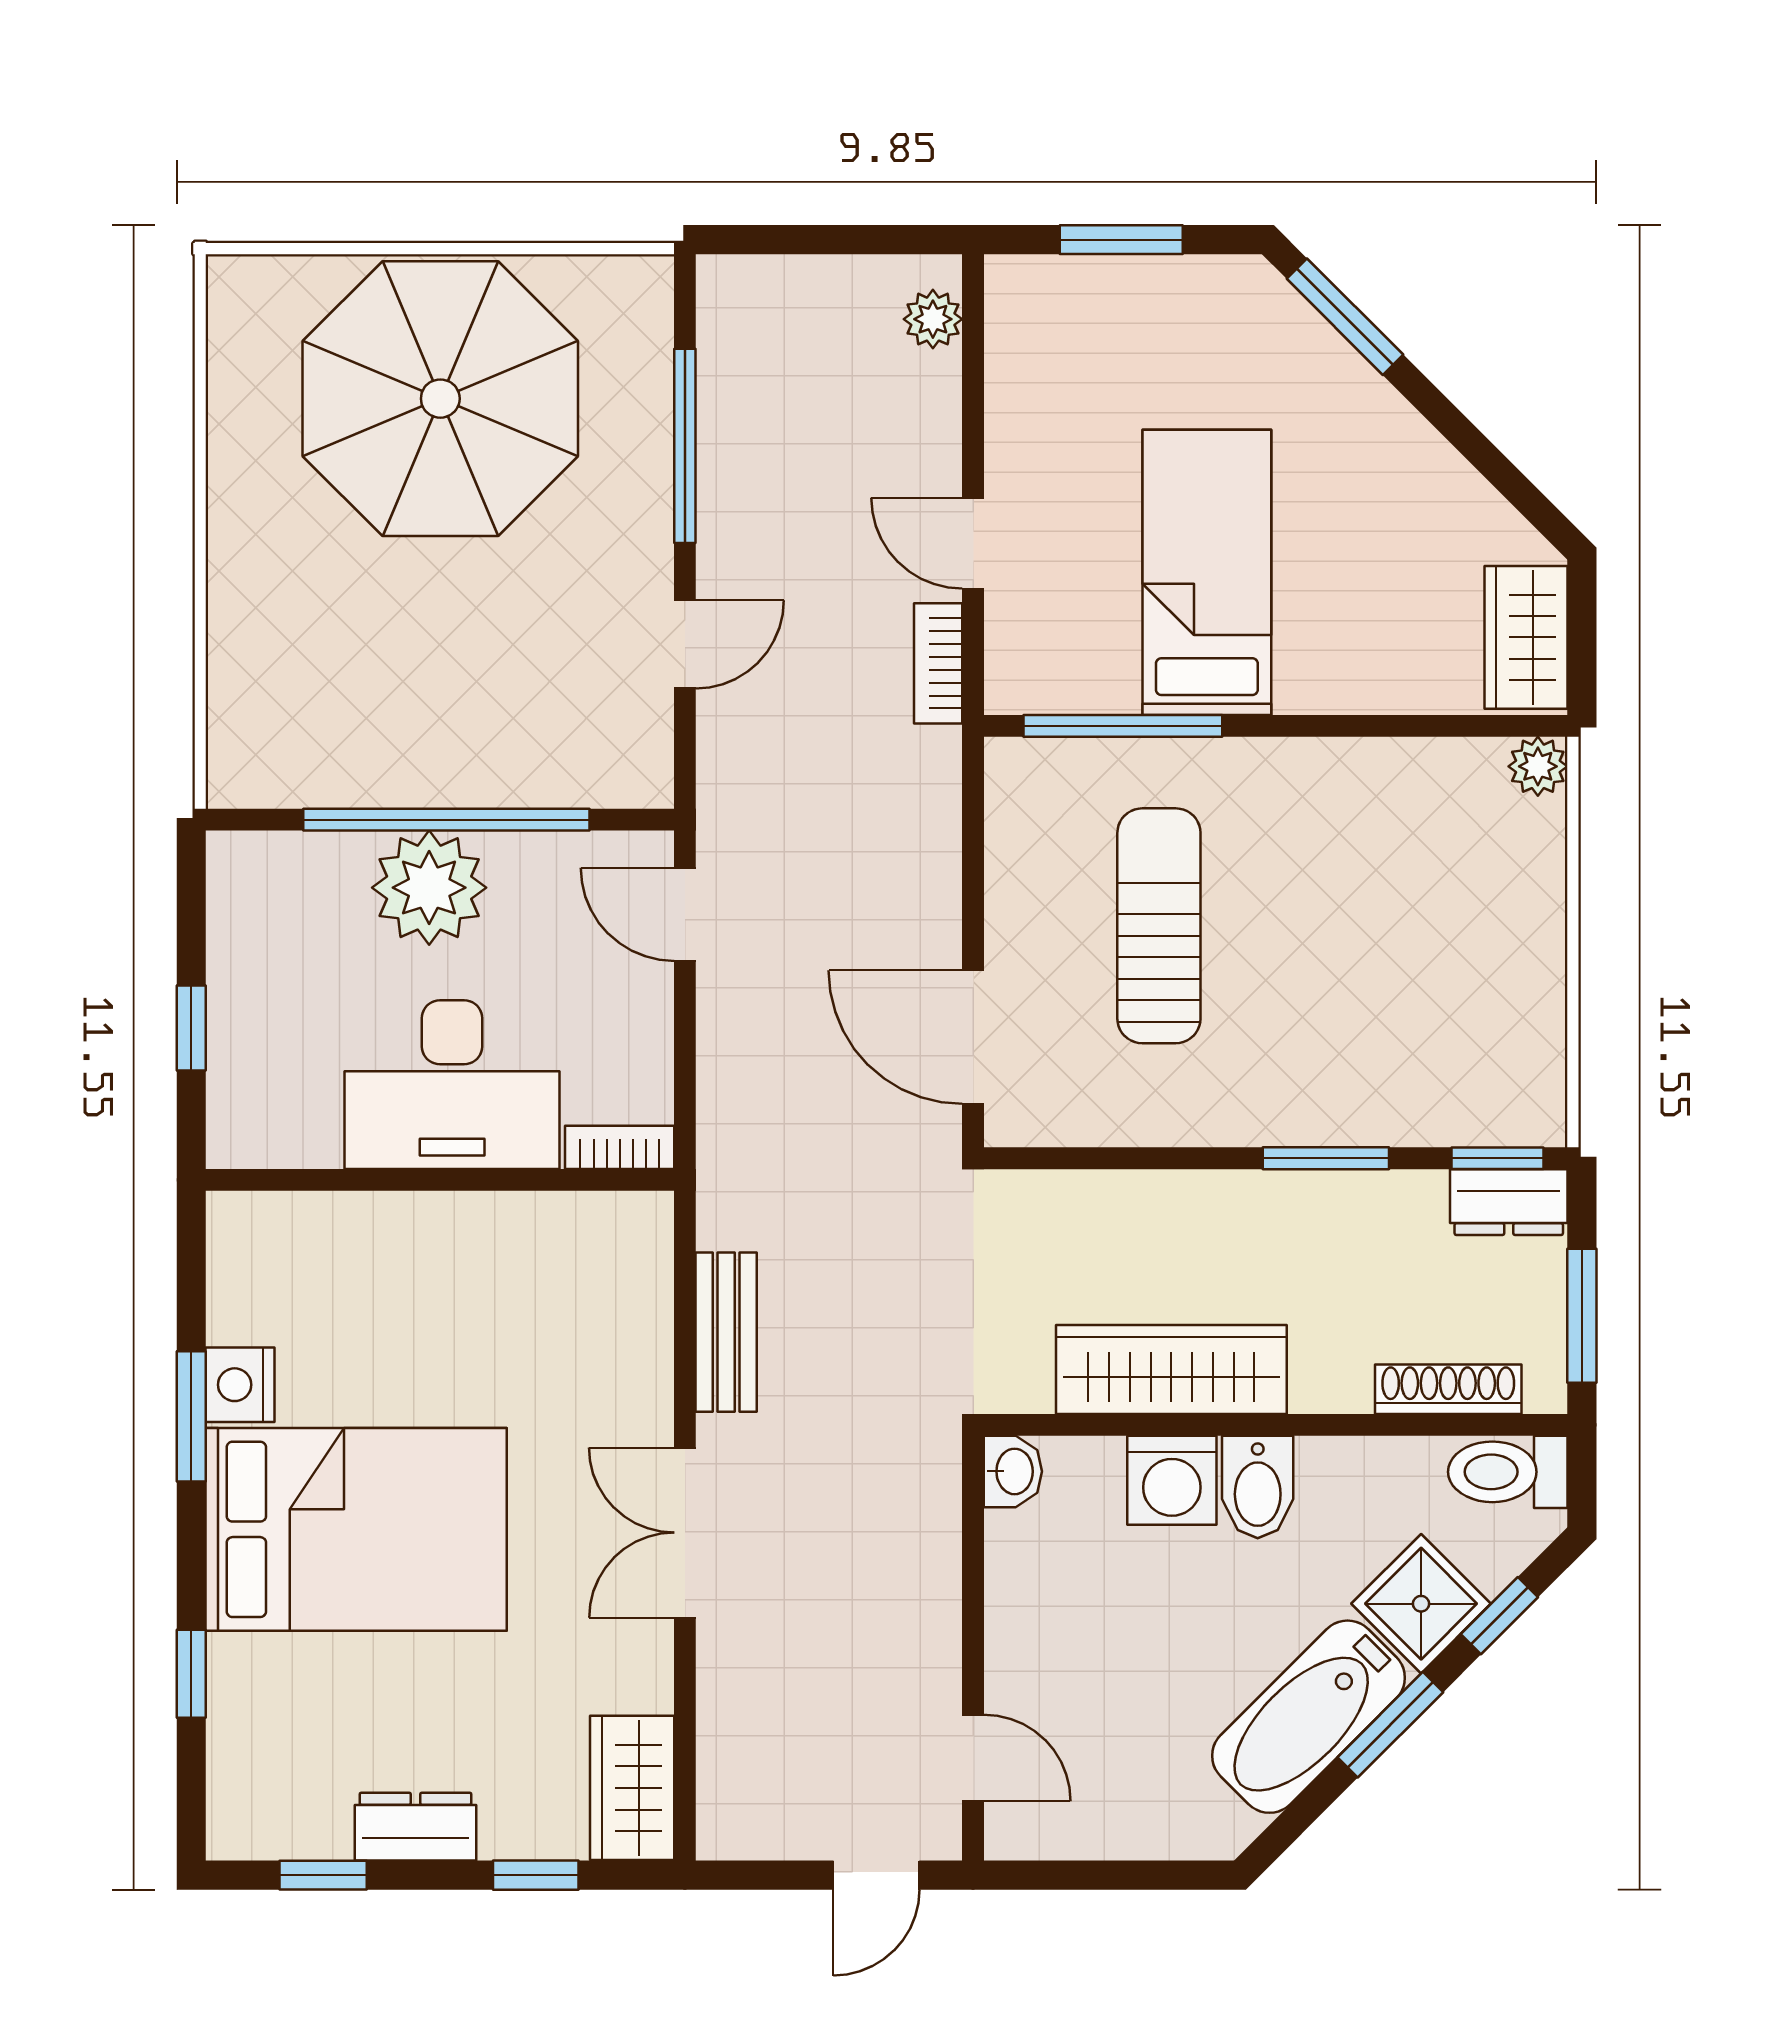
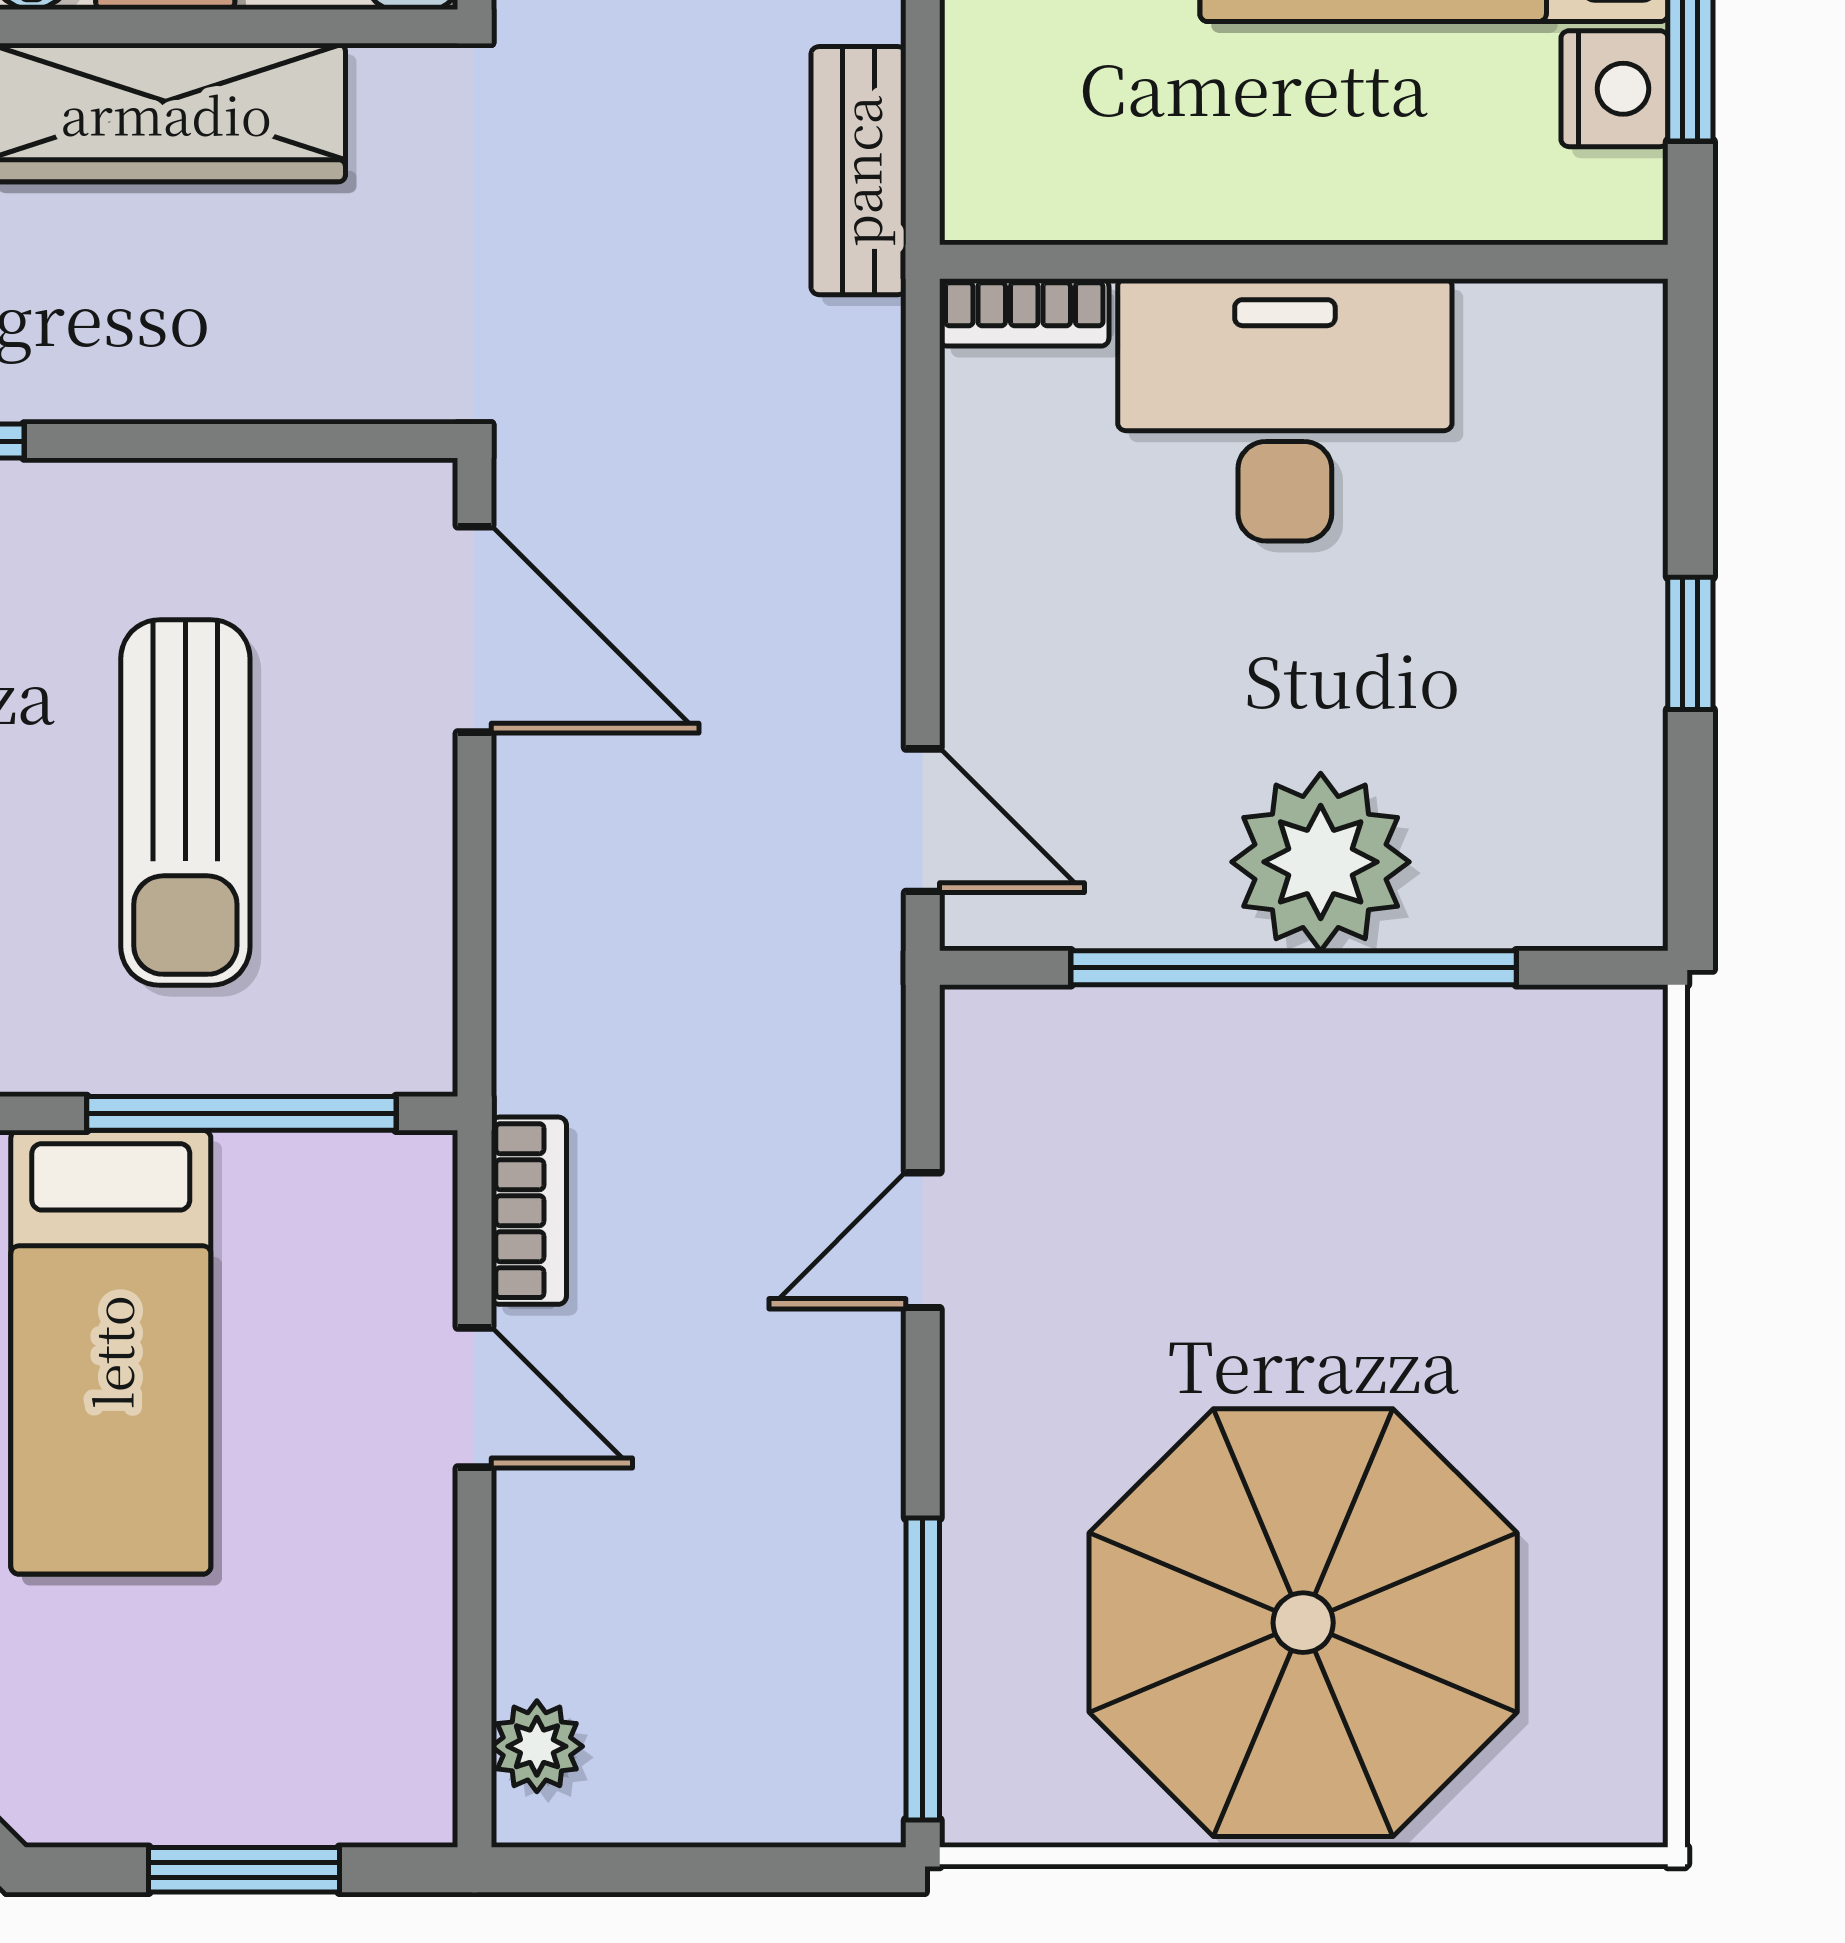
window: (685, 446) -> (923, 1669), moved
desk: (452, 1085) -> (1285, 410), moved
bookcase: (620, 1147) -> (1024, 312), moved
wall: (440, 1180) -> (1304, 262), moved

